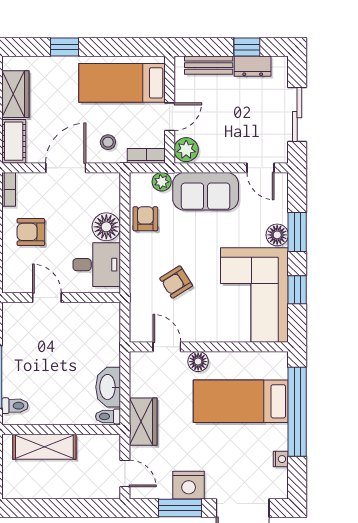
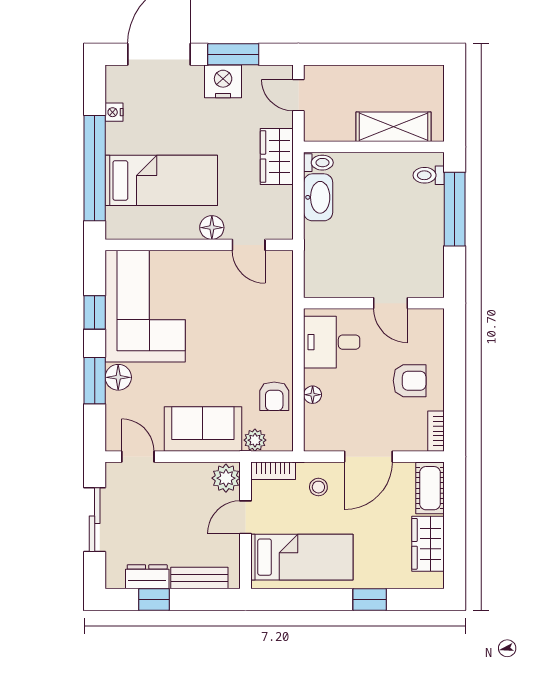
floor lamp: (106, 227) -> (313, 395), width x0.53, depth x0.53
armchair: (176, 282) -> (238, 322), removed

